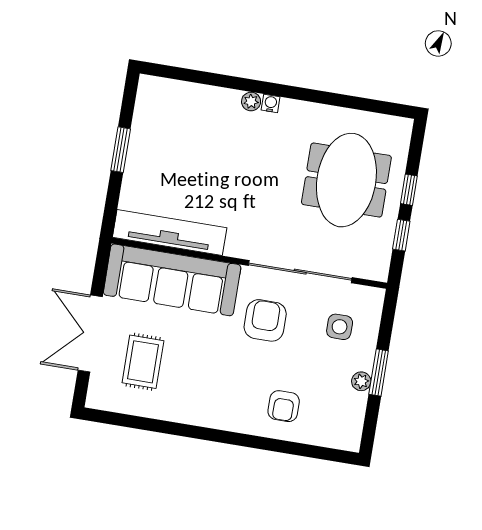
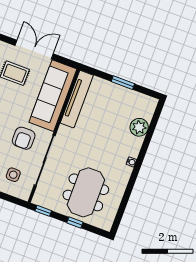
plant: (251, 102) -> (139, 127), moved, width x1.88, depth x1.88
meeting table: (346, 180) -> (86, 192), turned 90
window: (401, 235) -> (43, 211), moved
armchair: (265, 320) -> (24, 138), turned 90

